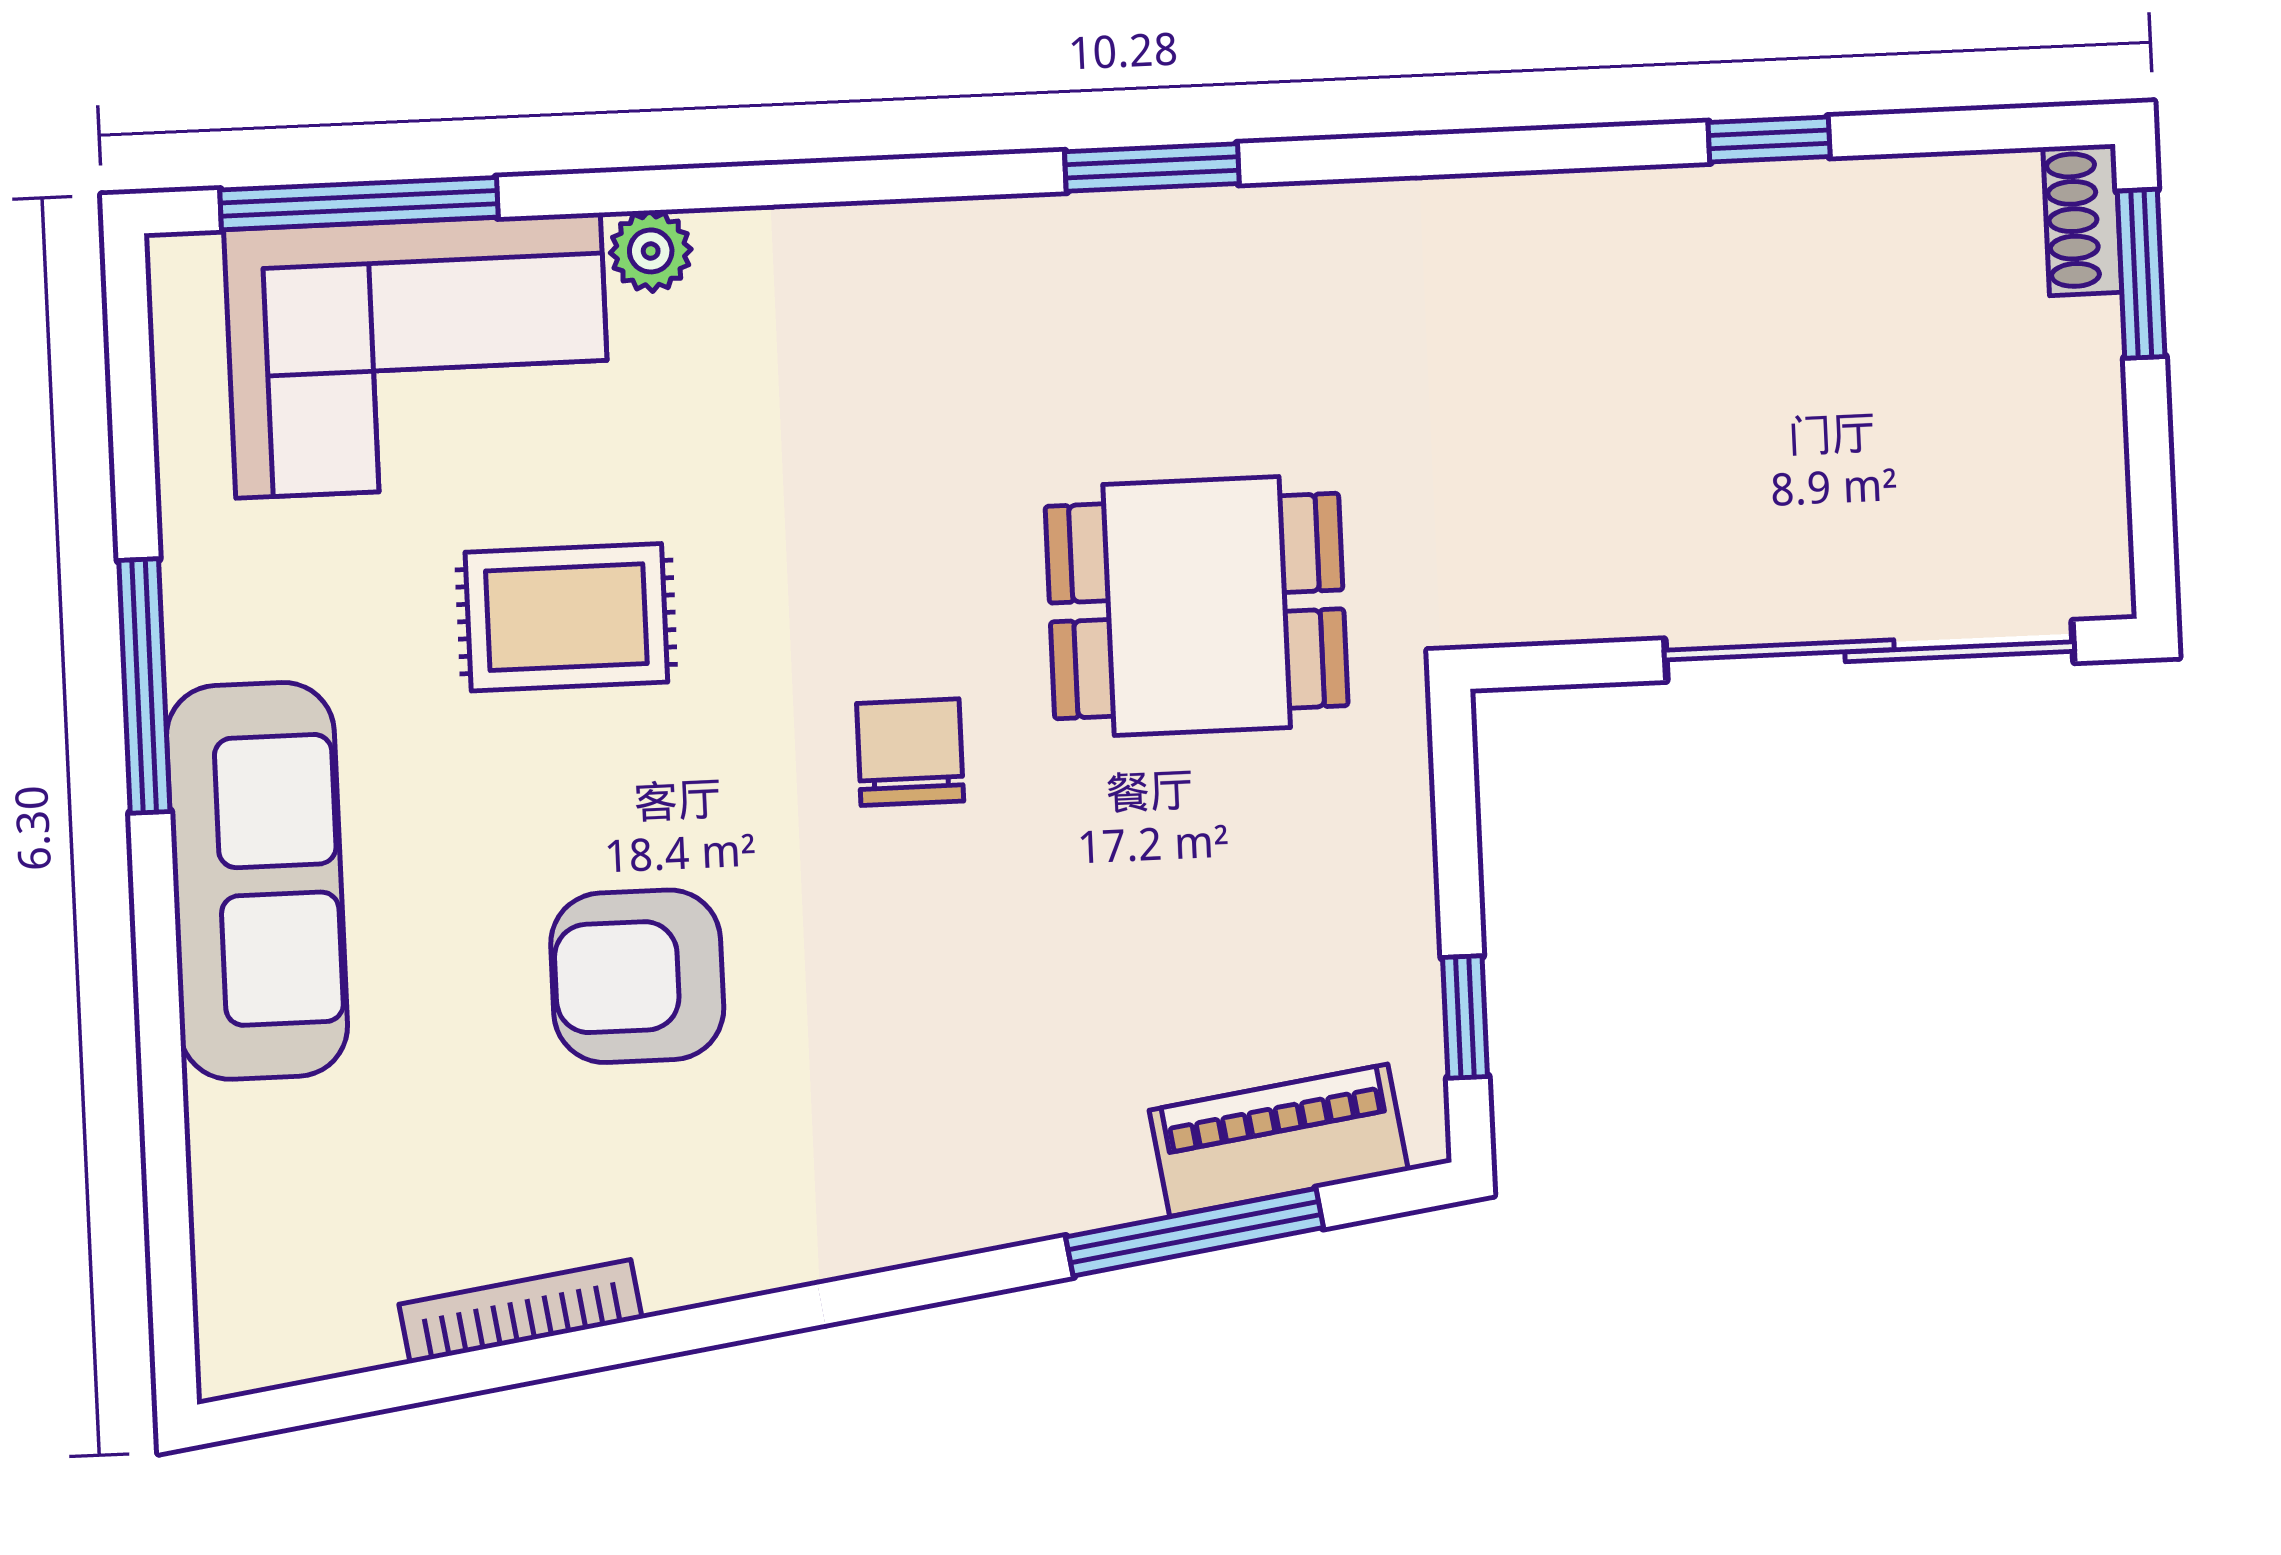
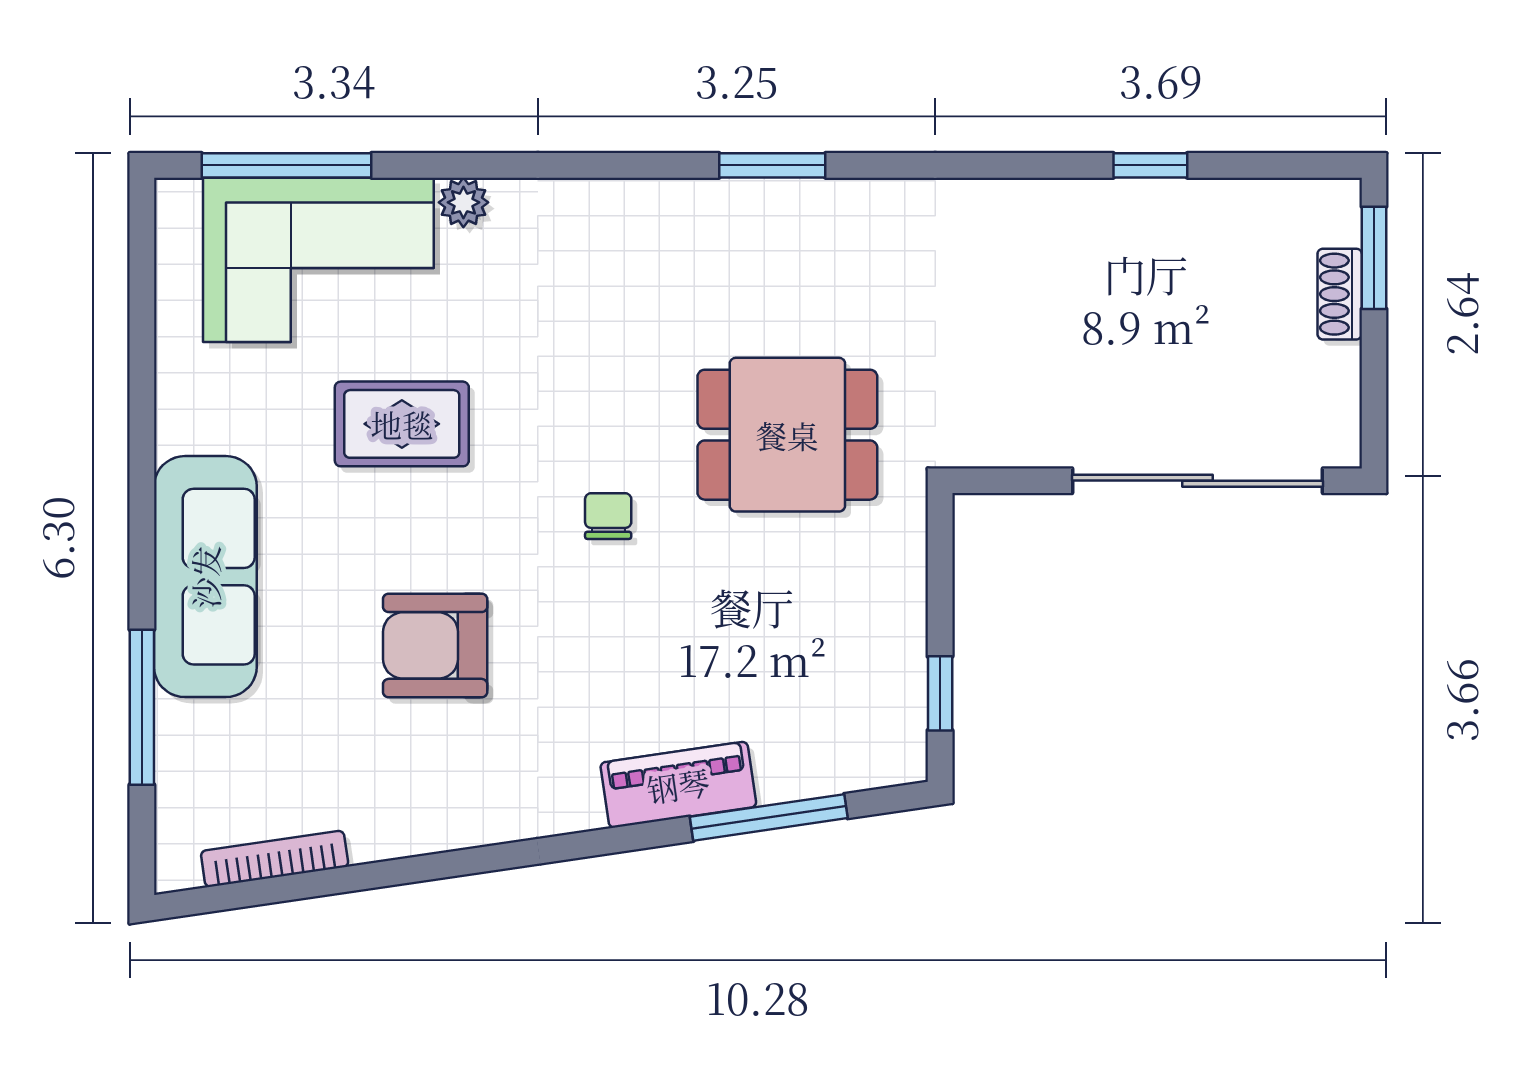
shoe rack: (2082, 220) -> (1340, 294), moved
window: (144, 686) -> (142, 707), moved
chair: (910, 752) -> (608, 516), width x0.73, depth x0.73
piano: (1279, 1140) -> (678, 785), moved
bookcase: (521, 1311) -> (275, 859), moved

